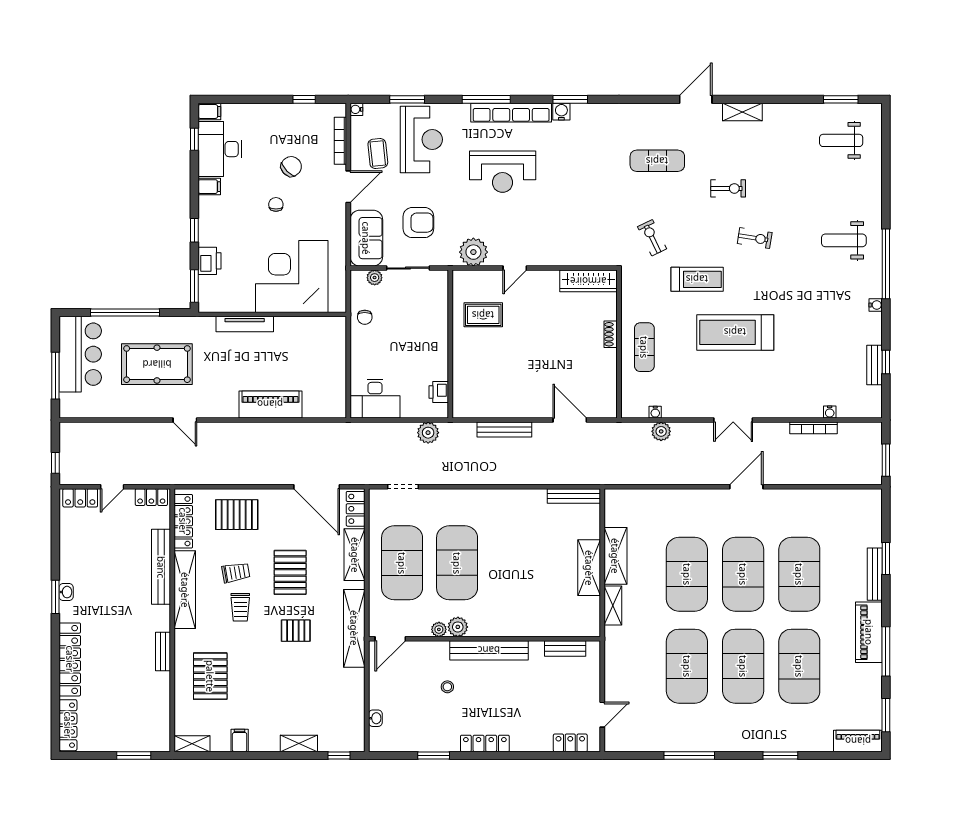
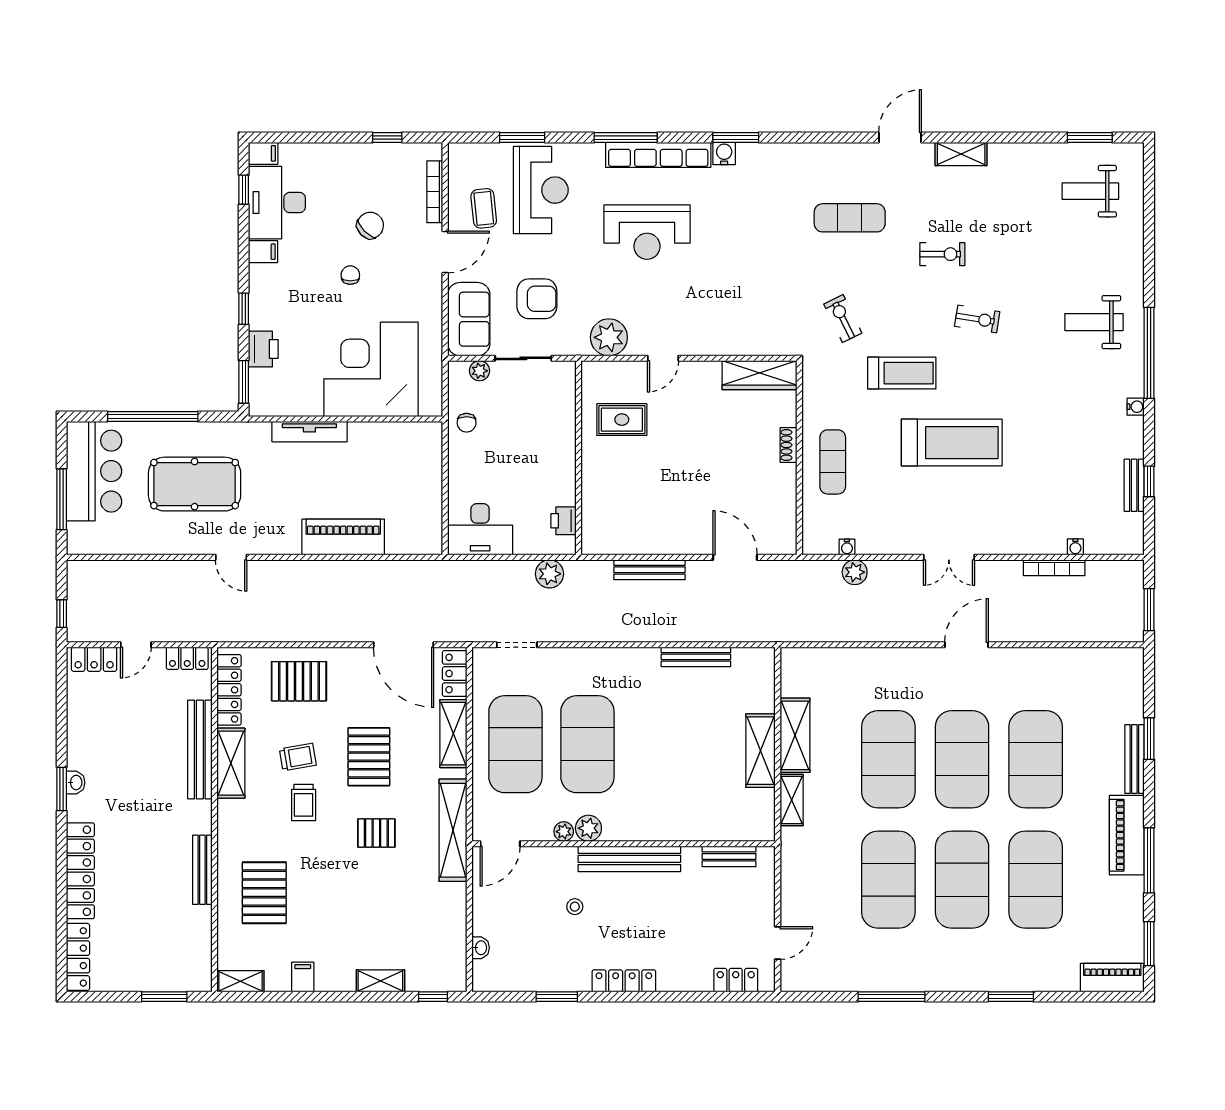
water cooler: (356, 109) -> (456, 151), removed
treadmill: (735, 332) -> (952, 443), turned 180
bench: (574, 496) -> (696, 657), moved
shelving: (185, 590) -> (231, 763), width x0.68
bench: (163, 652) -> (202, 870), width x1.36

